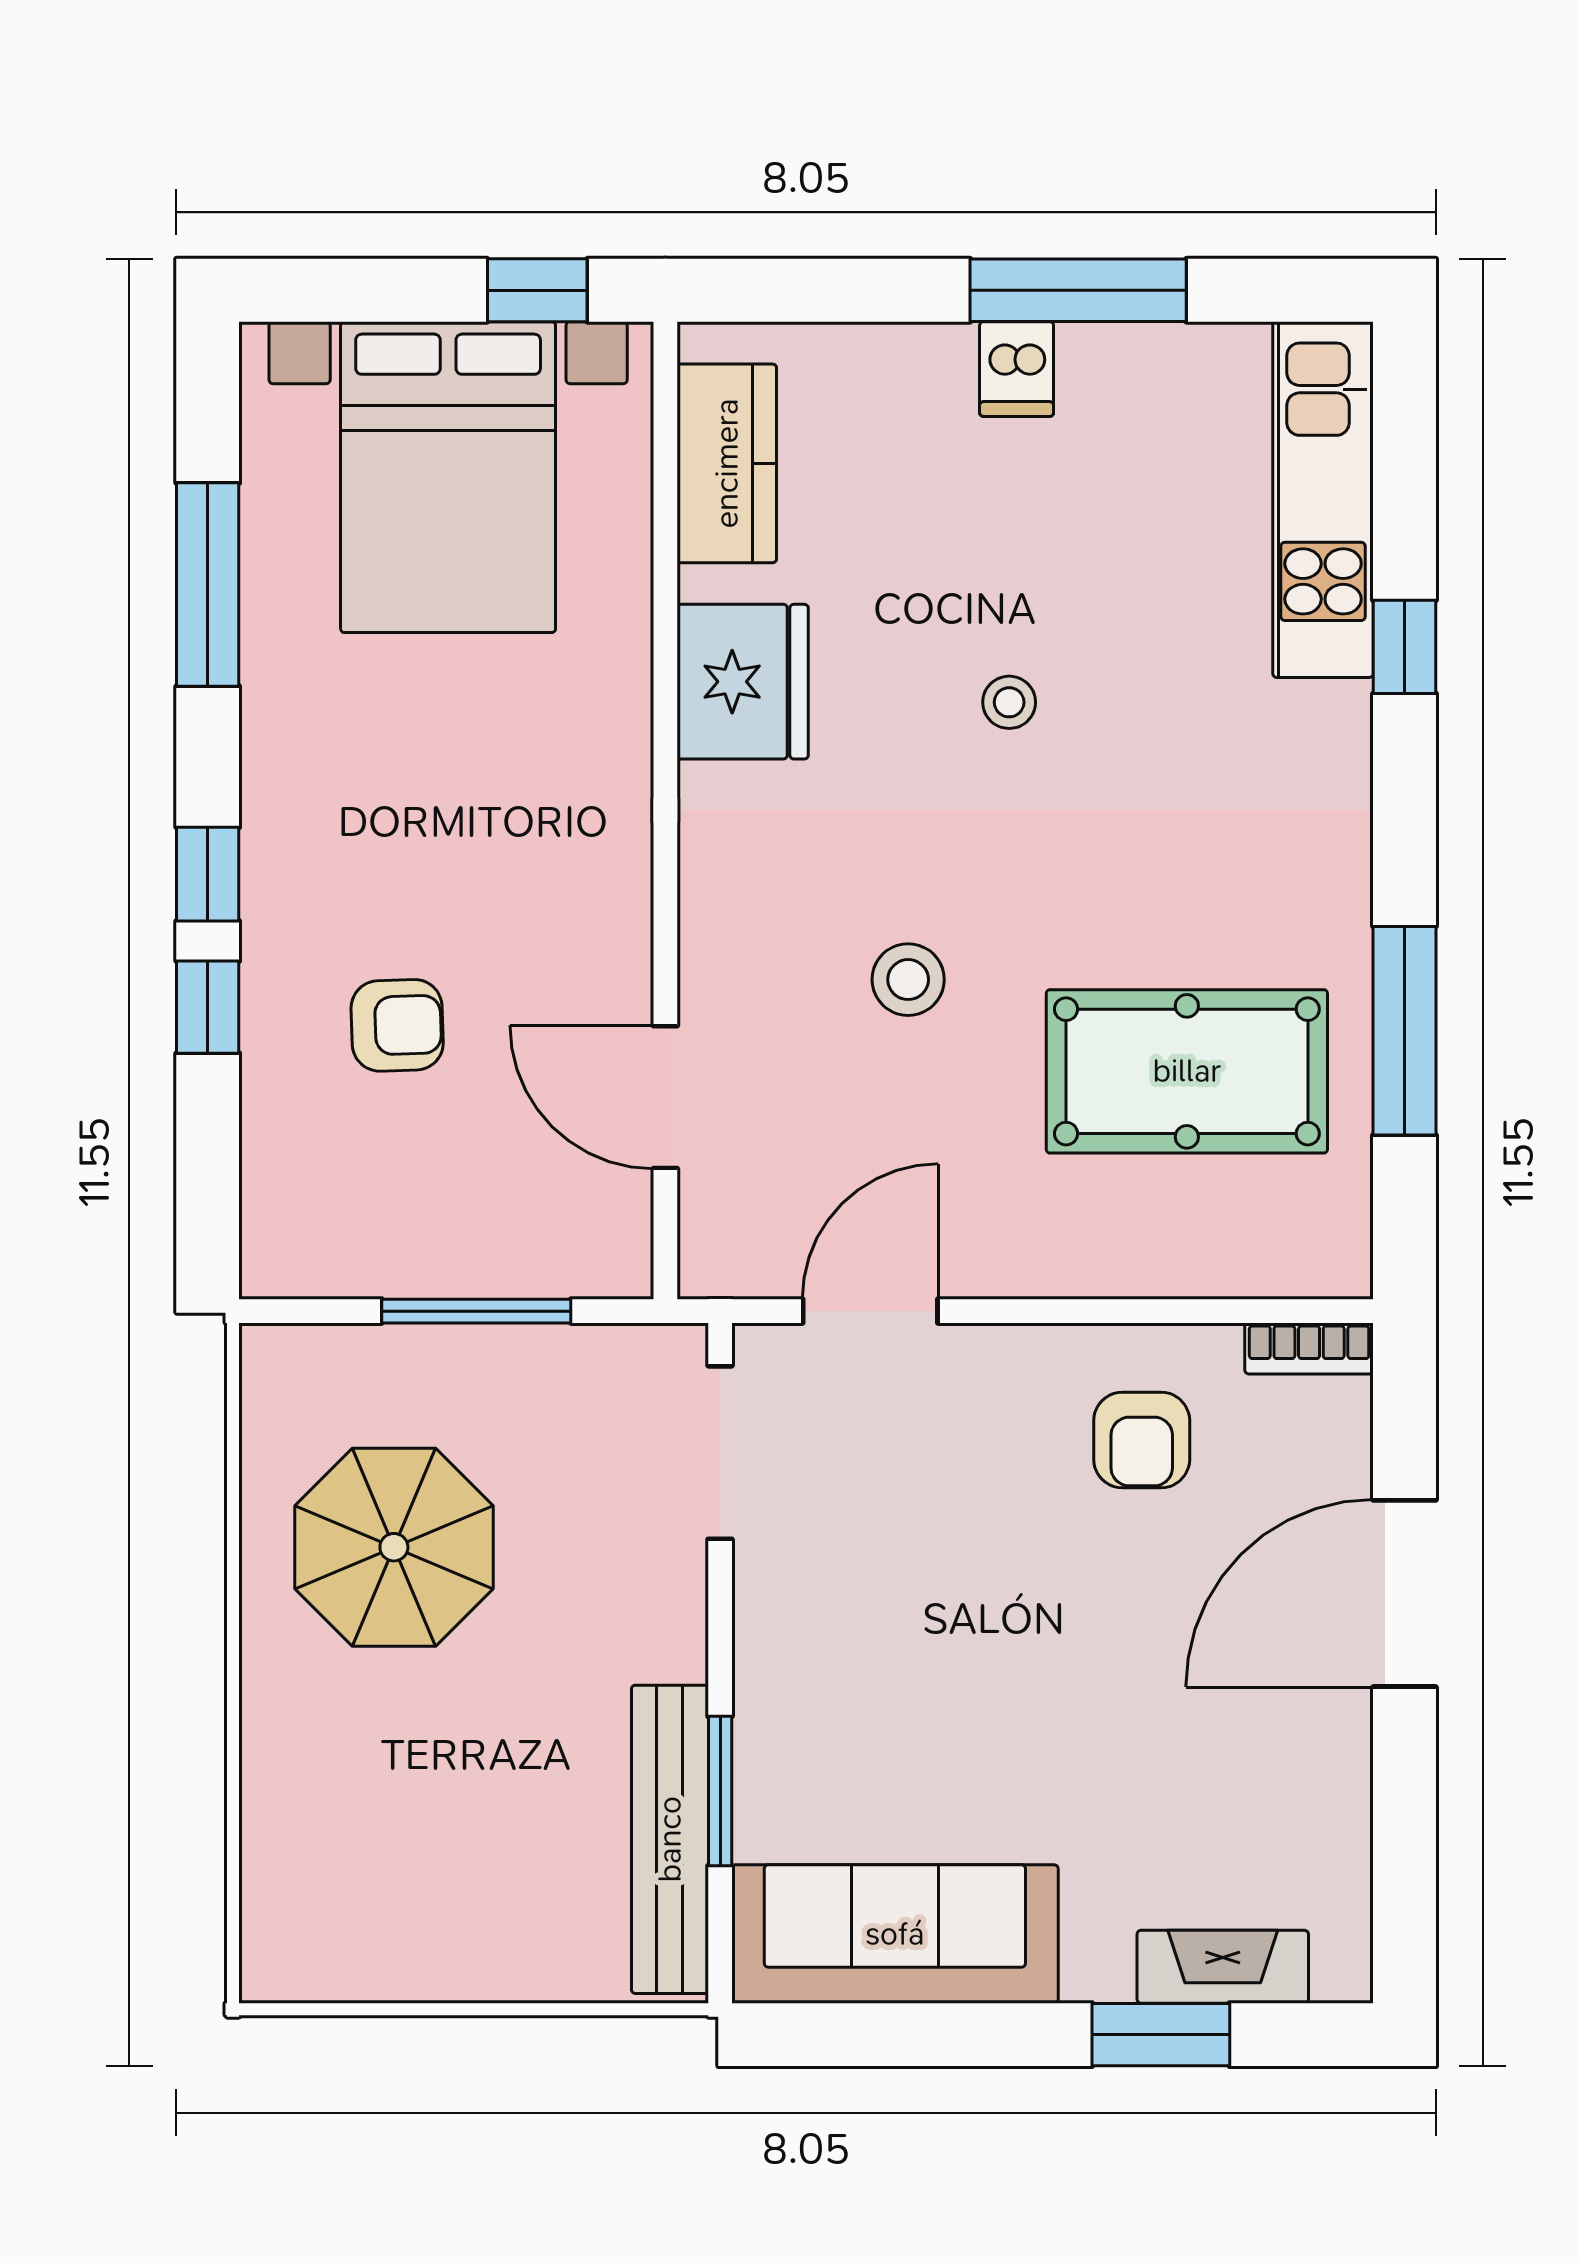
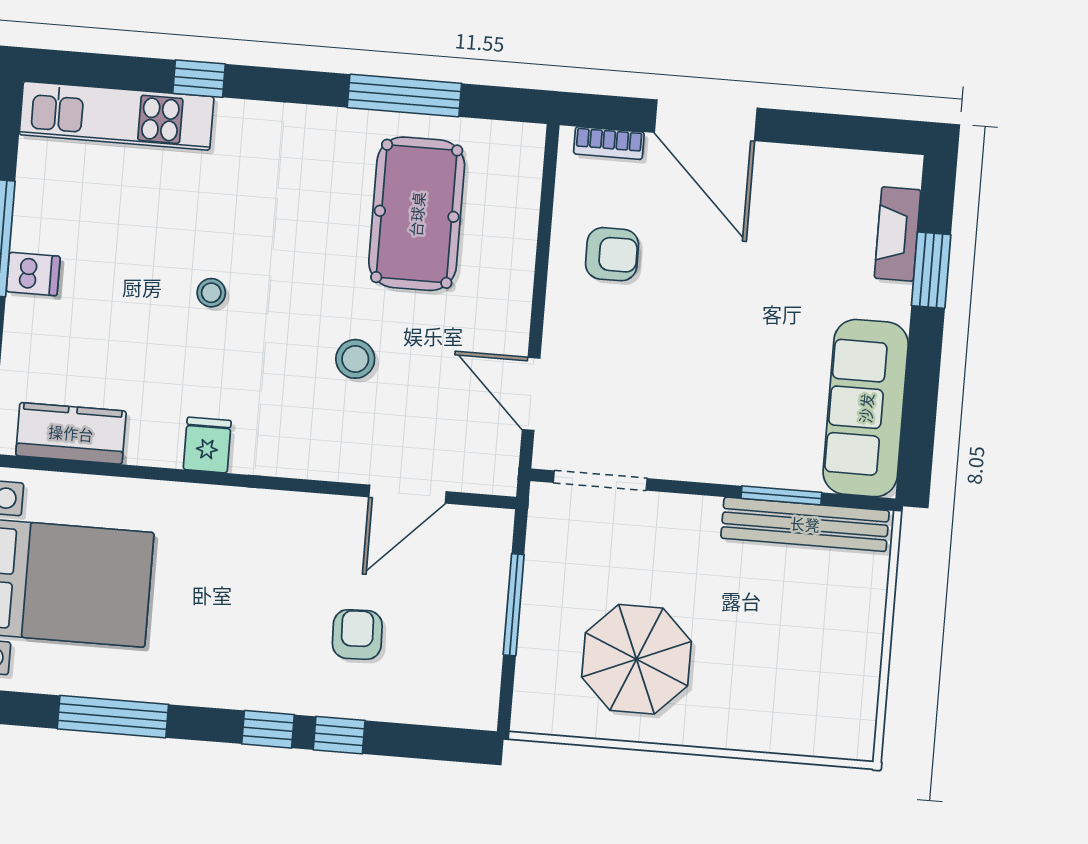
fridge: (743, 682) -> (207, 445), width x0.53, depth x0.75
bookcase: (1309, 1348) -> (609, 143), moved, turned 90

